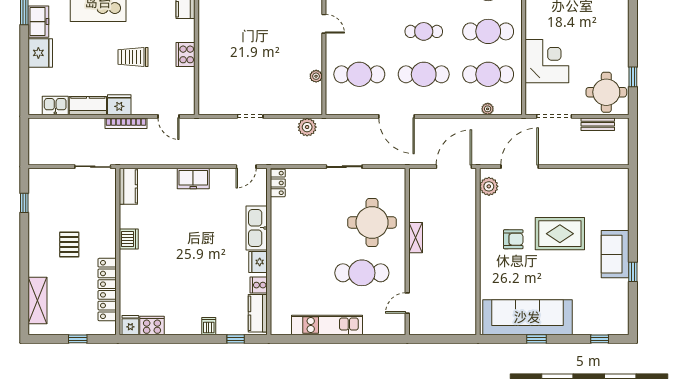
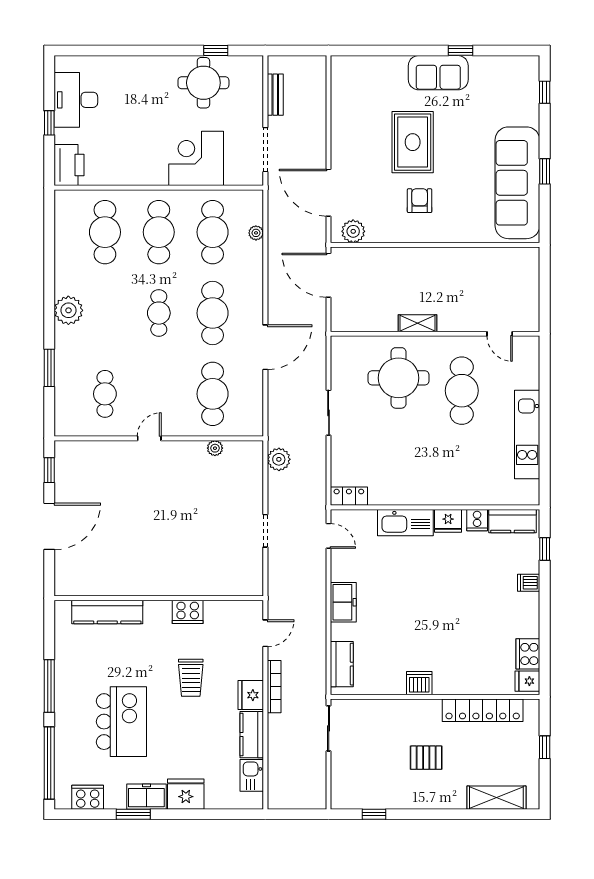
round table: (606, 92) -> (203, 83), moved
kitchen counter: (128, 186) -> (342, 664), moved, turned 90

